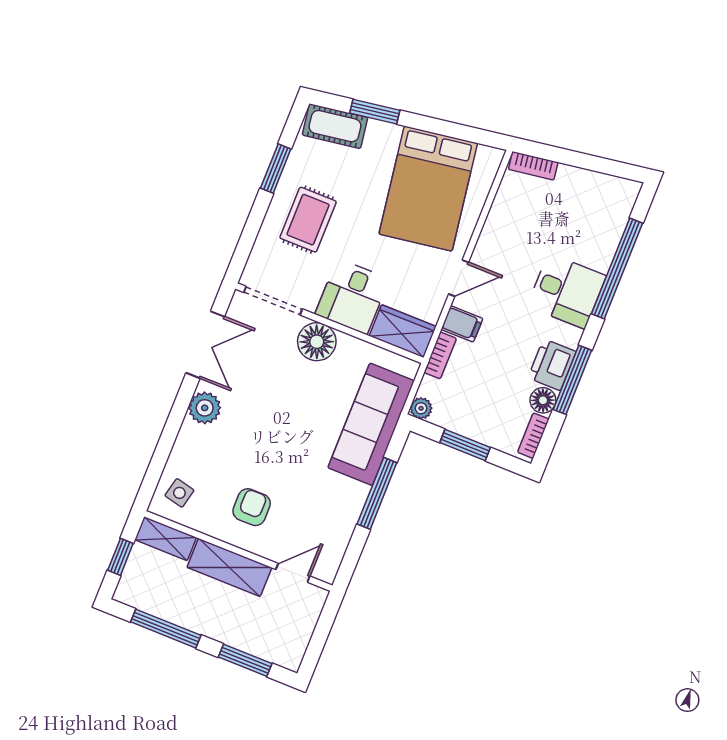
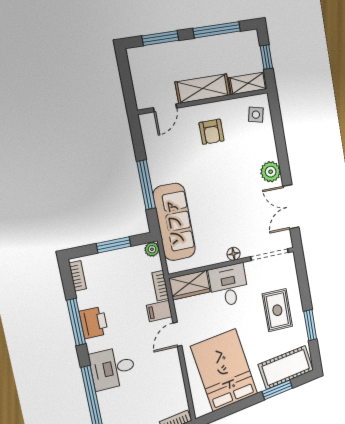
cot: (335, 126) -> (286, 367), width x1.37, depth x1.34
floor lamp: (317, 342) -> (234, 254), width x0.53, depth x0.53
floor lamp: (543, 400) -> (85, 299), removed

